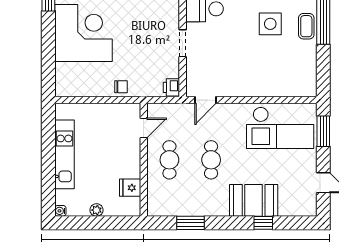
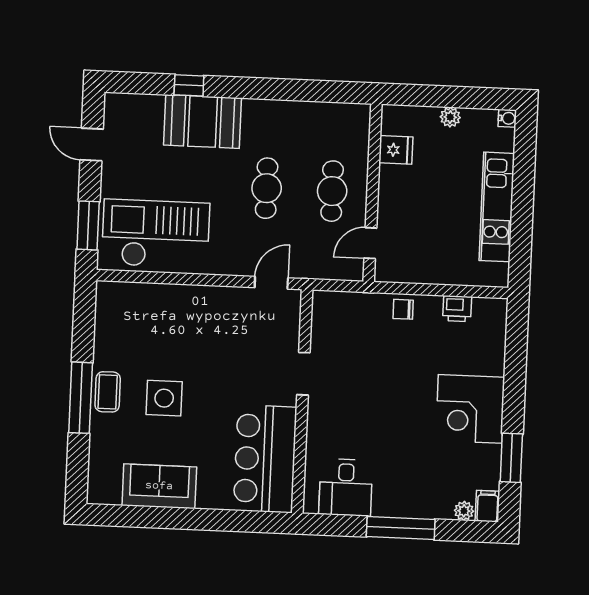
corner desk: (83, 33) -> (470, 409), width x0.74, depth x0.74
printer: (171, 87) -> (457, 309), moved, turned 90
window: (191, 223) -> (303, 90), removed

